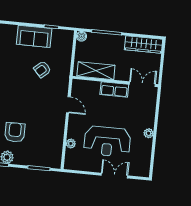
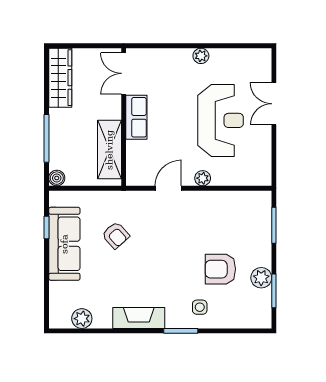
sofa: (34, 36) -> (64, 244), width x1.36
plant: (71, 143) -> (203, 178), moved

